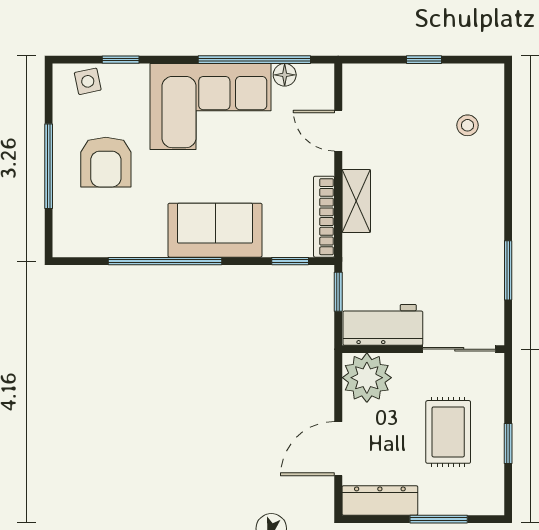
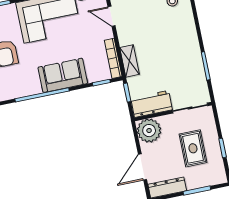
shelving: (356, 201) -> (130, 61), moved

